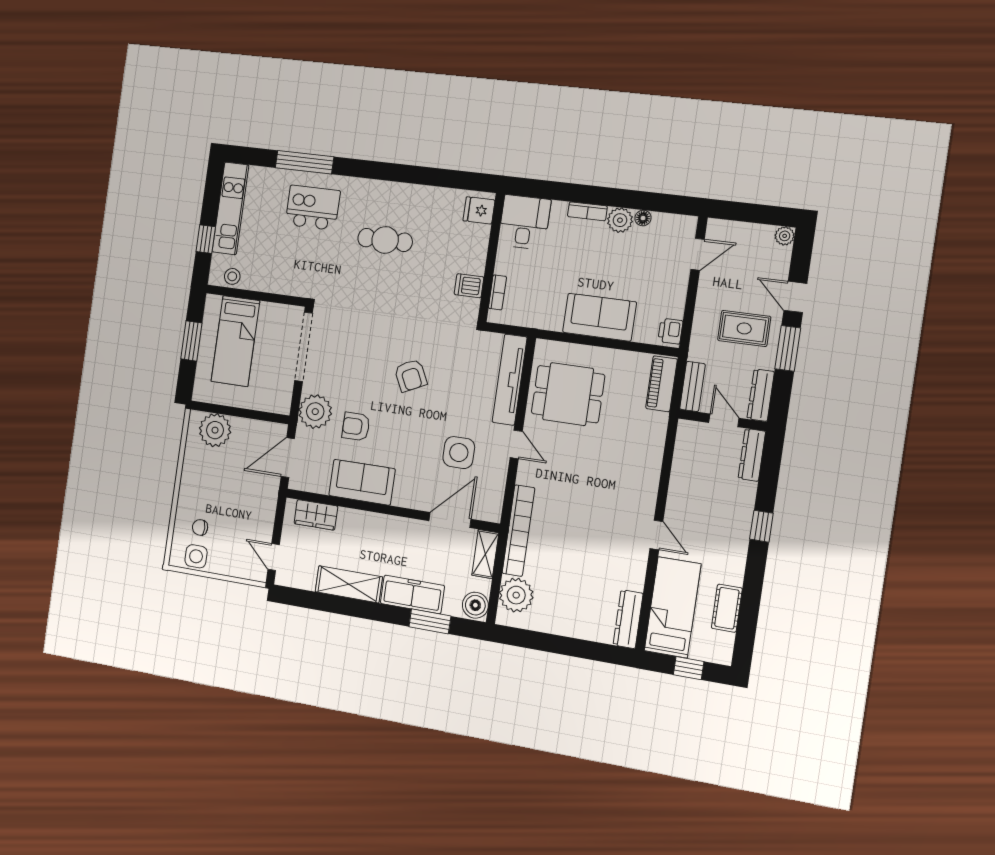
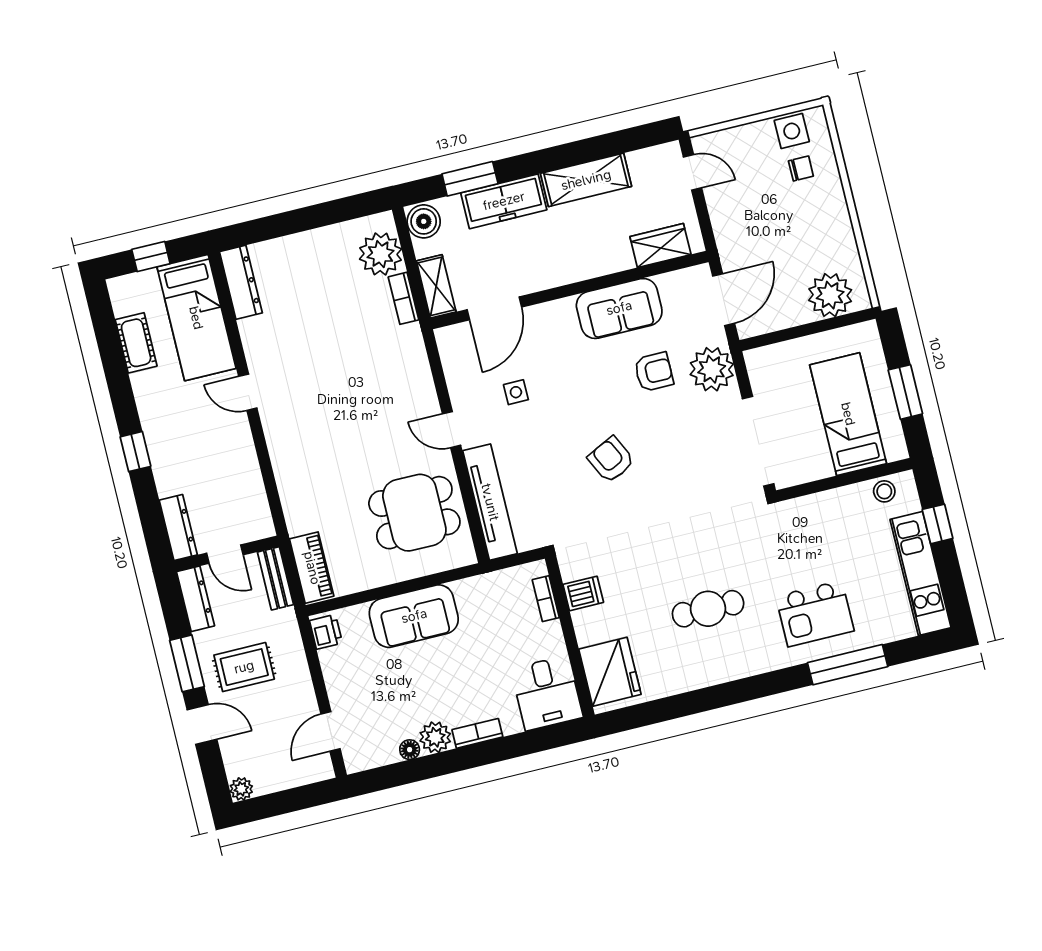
fridge: (479, 210) -> (610, 672), width x1.88, depth x1.34
side table: (459, 453) -> (516, 392), width x0.54, depth x0.54
bookcase: (518, 531) -> (404, 298), width x0.43, depth x0.76

